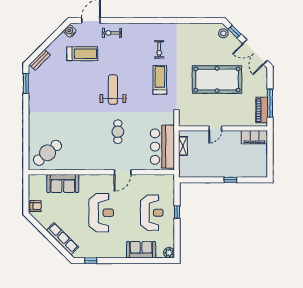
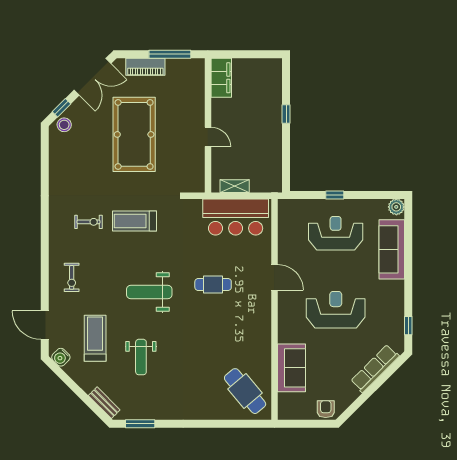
exercise bike: (112, 33) -> (72, 277), moved
weight bench: (70, 84) -> (141, 357), added
piano: (262, 110) -> (145, 67), moved
sofa: (141, 250) -> (392, 249), width x1.36

